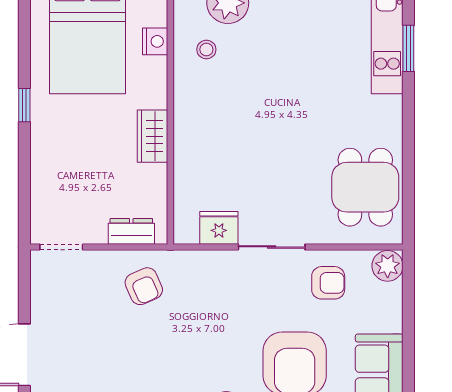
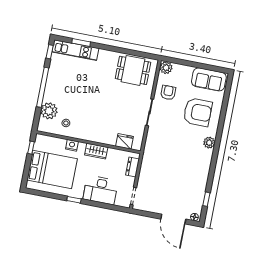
nightstand: (155, 41) -> (72, 145), moved
desk: (60, 165) -> (101, 190), added
fridge: (219, 228) -> (124, 141), moved, turned 90
armchair: (144, 286) -> (155, 166), removed

